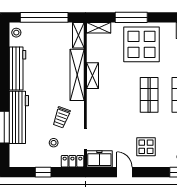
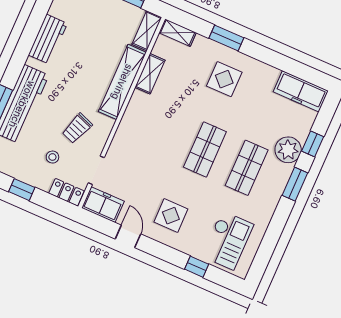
window: (131, 17) -> (226, 38), width x0.69
display table: (142, 44) -> (224, 79), width x0.54, depth x0.54
workbench: (17, 69) -> (48, 39), width x0.73
shelving: (93, 76) -> (150, 74), moved

